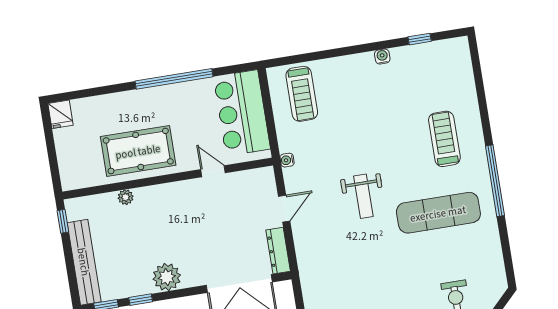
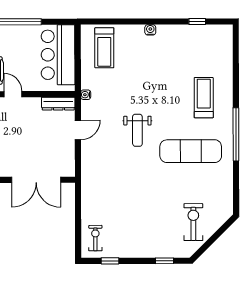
water cooler: (382, 56) -> (150, 30), moved
door: (213, 171) -> (13, 94), moved
dresser: (278, 251) -> (58, 104), moved, turned -90

